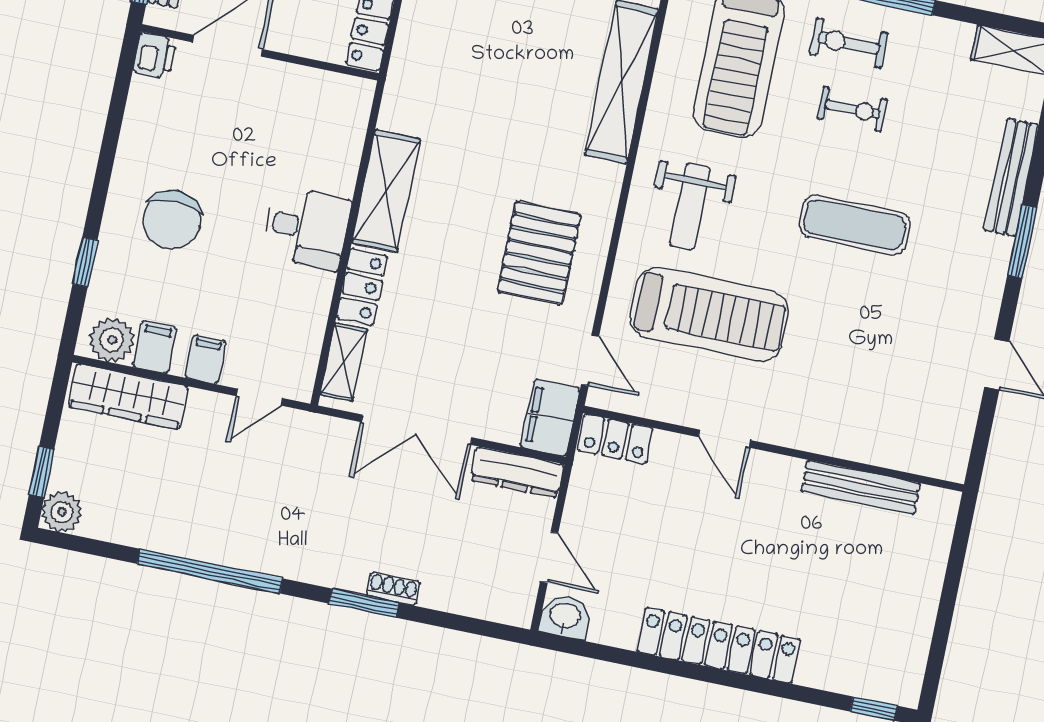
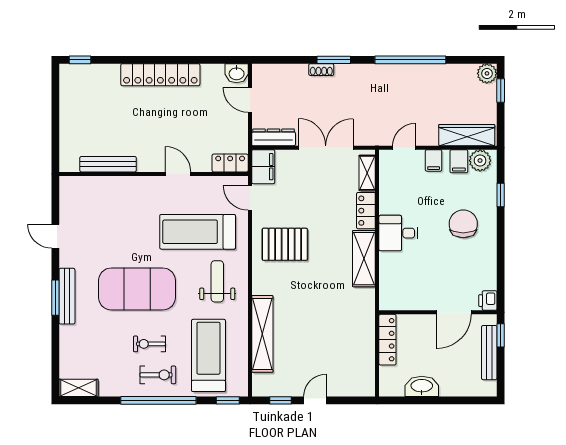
bench: (1011, 177) -> (67, 296), moved
exercise mat: (855, 225) -> (137, 289), width x2.00, depth x1.45
pallet: (539, 253) -> (285, 244), turned 90

